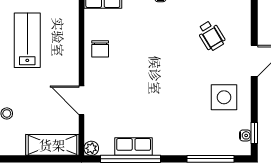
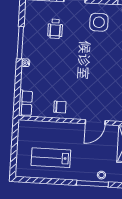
wheelchair: (211, 36) -> (55, 29), turned 121

